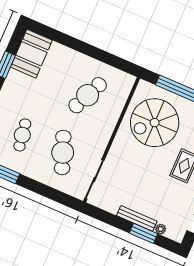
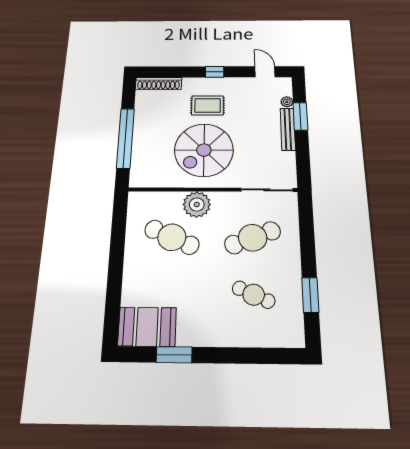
plant: (105, 123) -> (197, 205), added
spiral stairs: (155, 123) -> (204, 150), moved, turned 90
cafe table: (22, 135) -> (254, 295), turned 33

